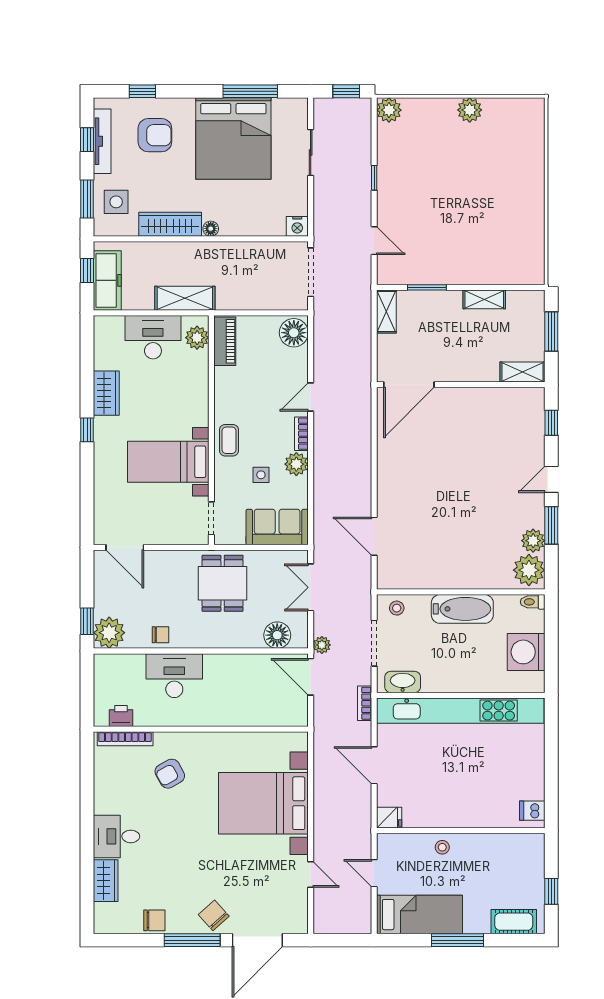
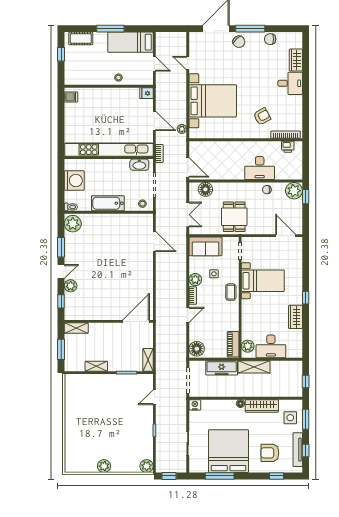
door: (374, 241) -> (154, 397), hinge flipped
freezer: (107, 280) -> (222, 368), moved, turned -90
plant: (533, 541) -> (71, 286), moved
plant: (322, 645) -> (182, 129), moved

